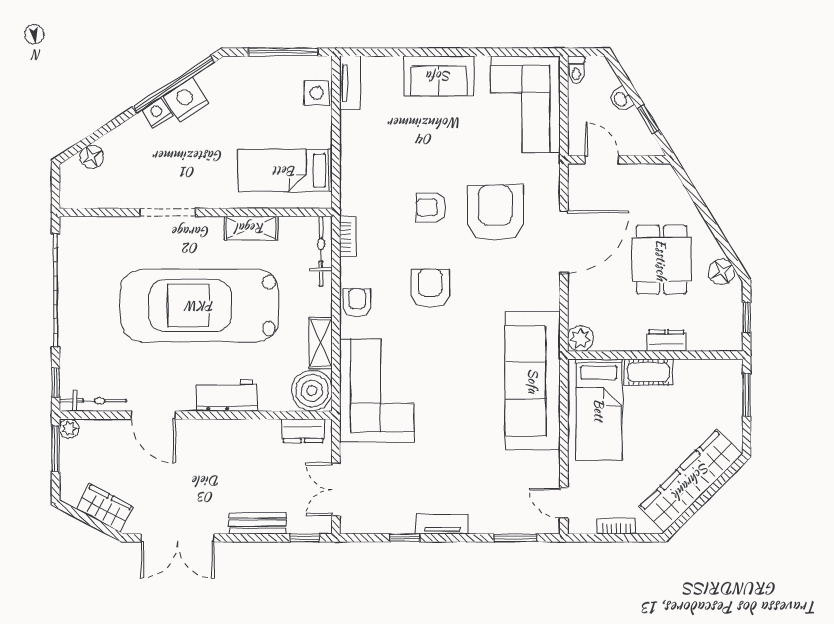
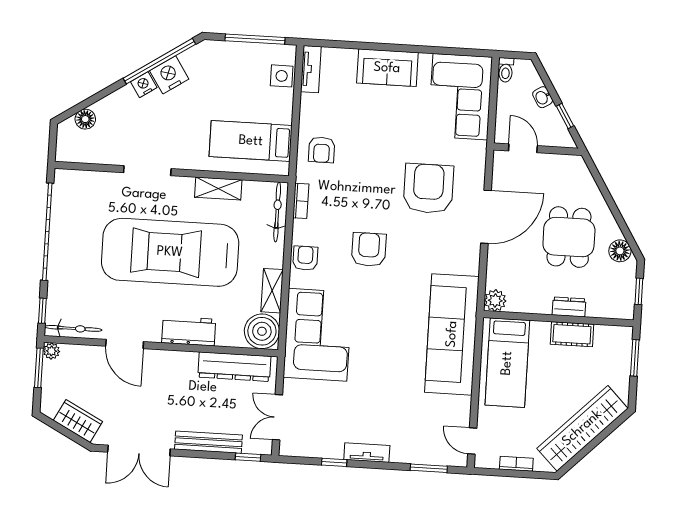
armchair: (431, 207) -> (322, 150), moved, turned -90
cot: (648, 372) -> (572, 334), moved
dresser: (303, 431) -> (234, 367), width x1.96, depth x1.24
bench: (258, 523) -> (208, 442), width x1.36

